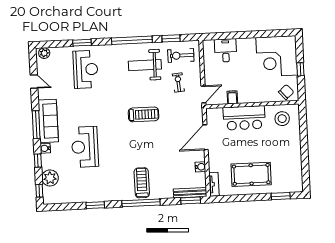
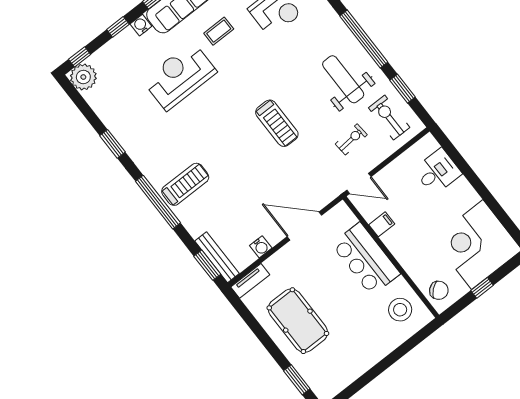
coffee table: (76, 111) -> (219, 31), added
plant: (50, 178) -> (83, 77), moved

